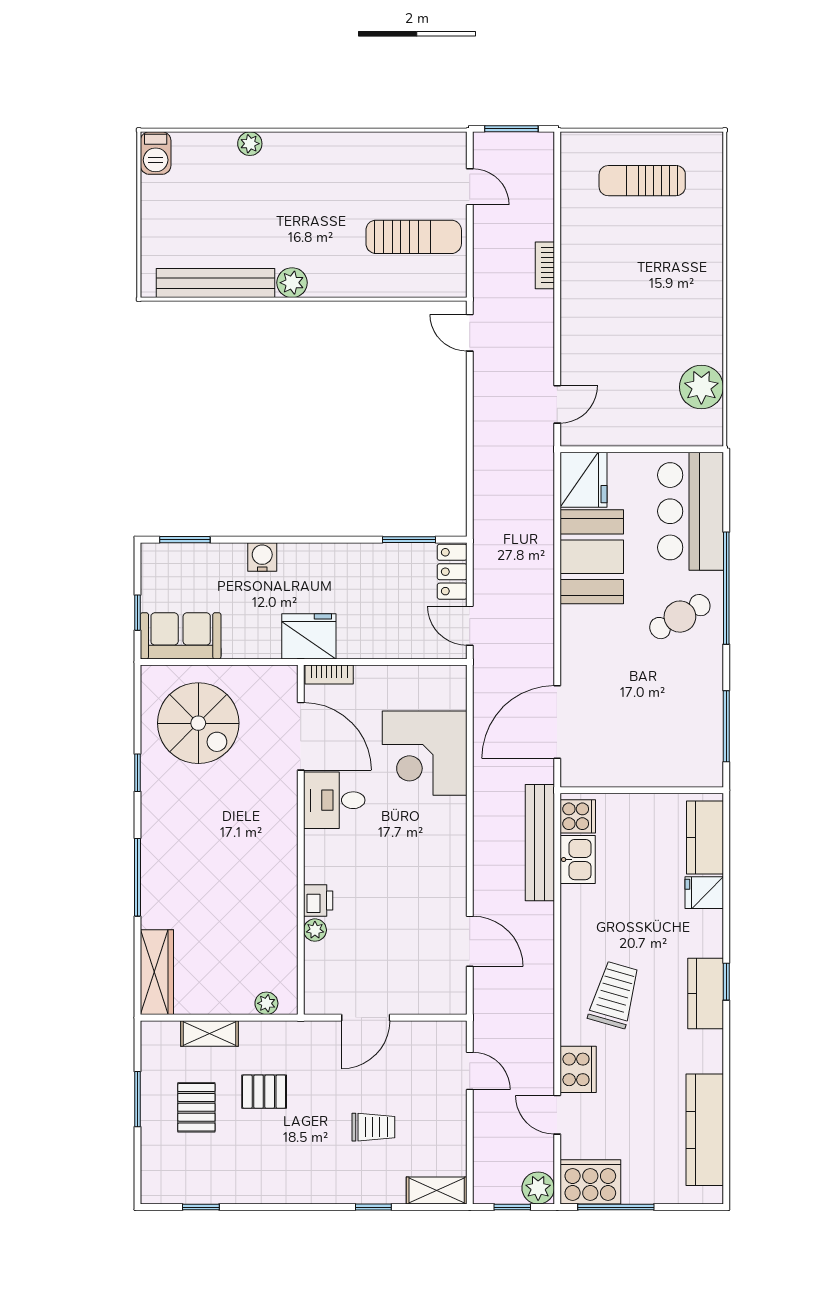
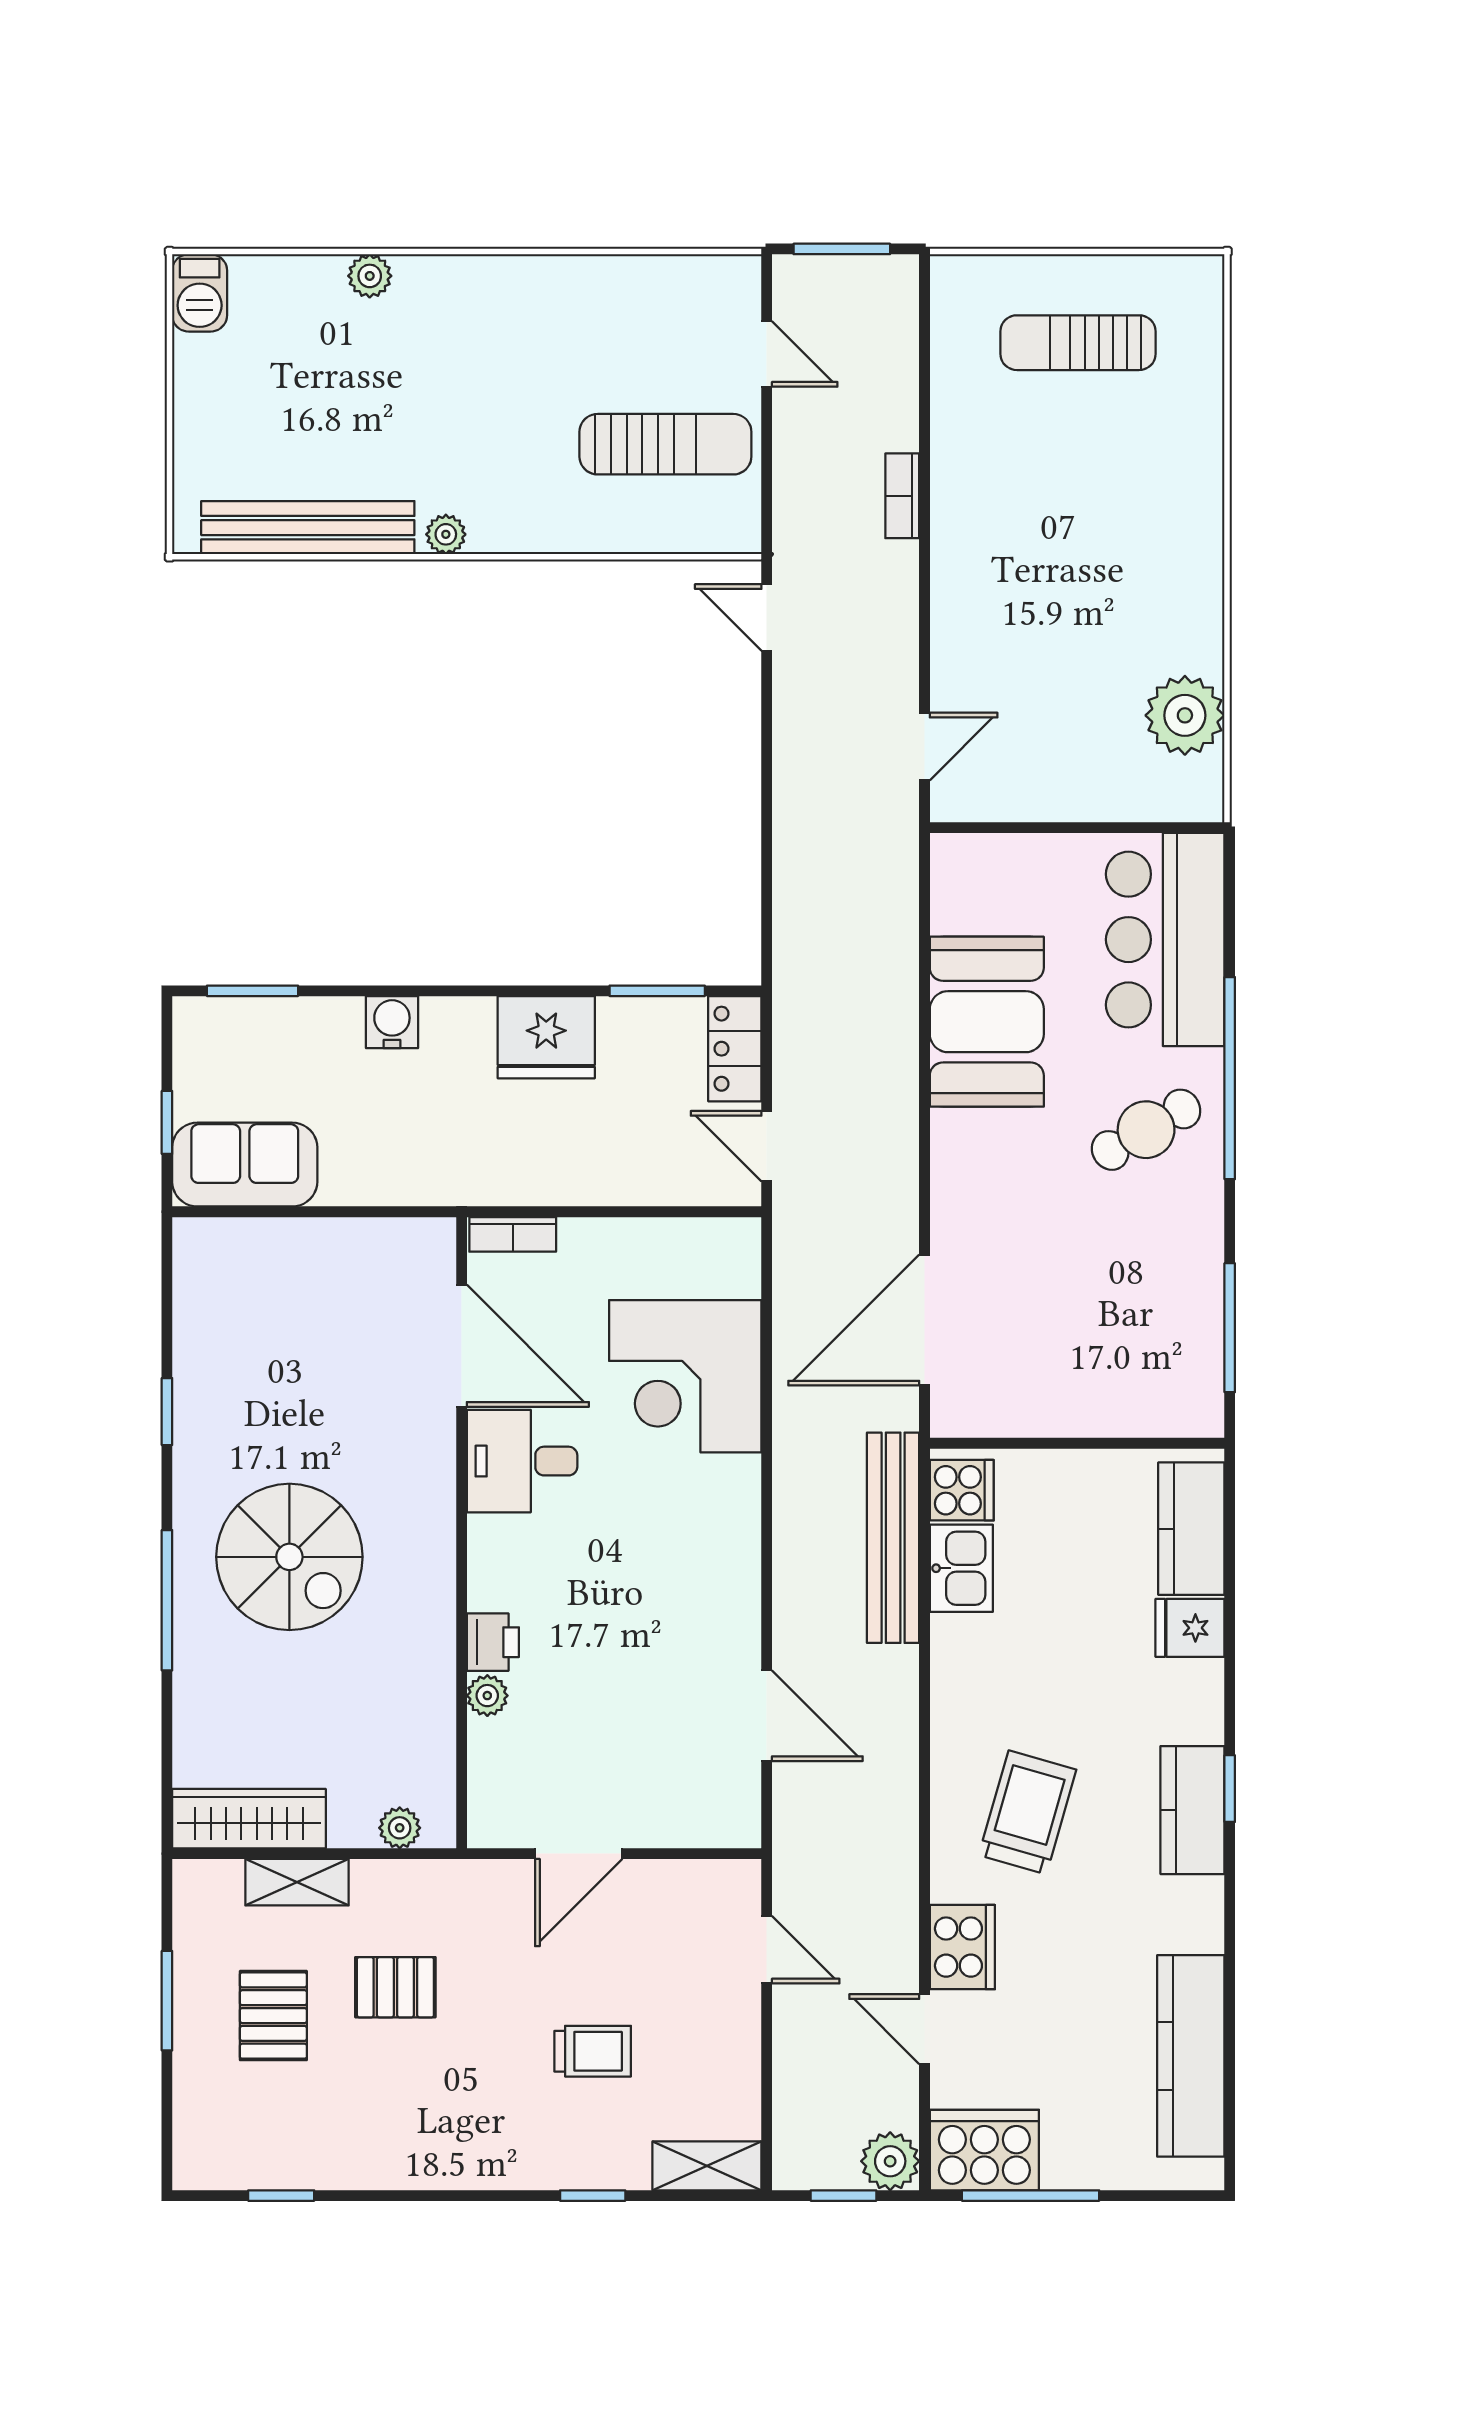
plant: (292, 283) -> (446, 534), width x0.73, depth x0.73
fridge: (583, 480) -> (972, 883), removed
fridge: (309, 636) -> (546, 1037), moved, turned 180
spiral stairs: (198, 723) -> (289, 1557), moved
wardrobe: (157, 972) -> (249, 1819), moved, turned -90

